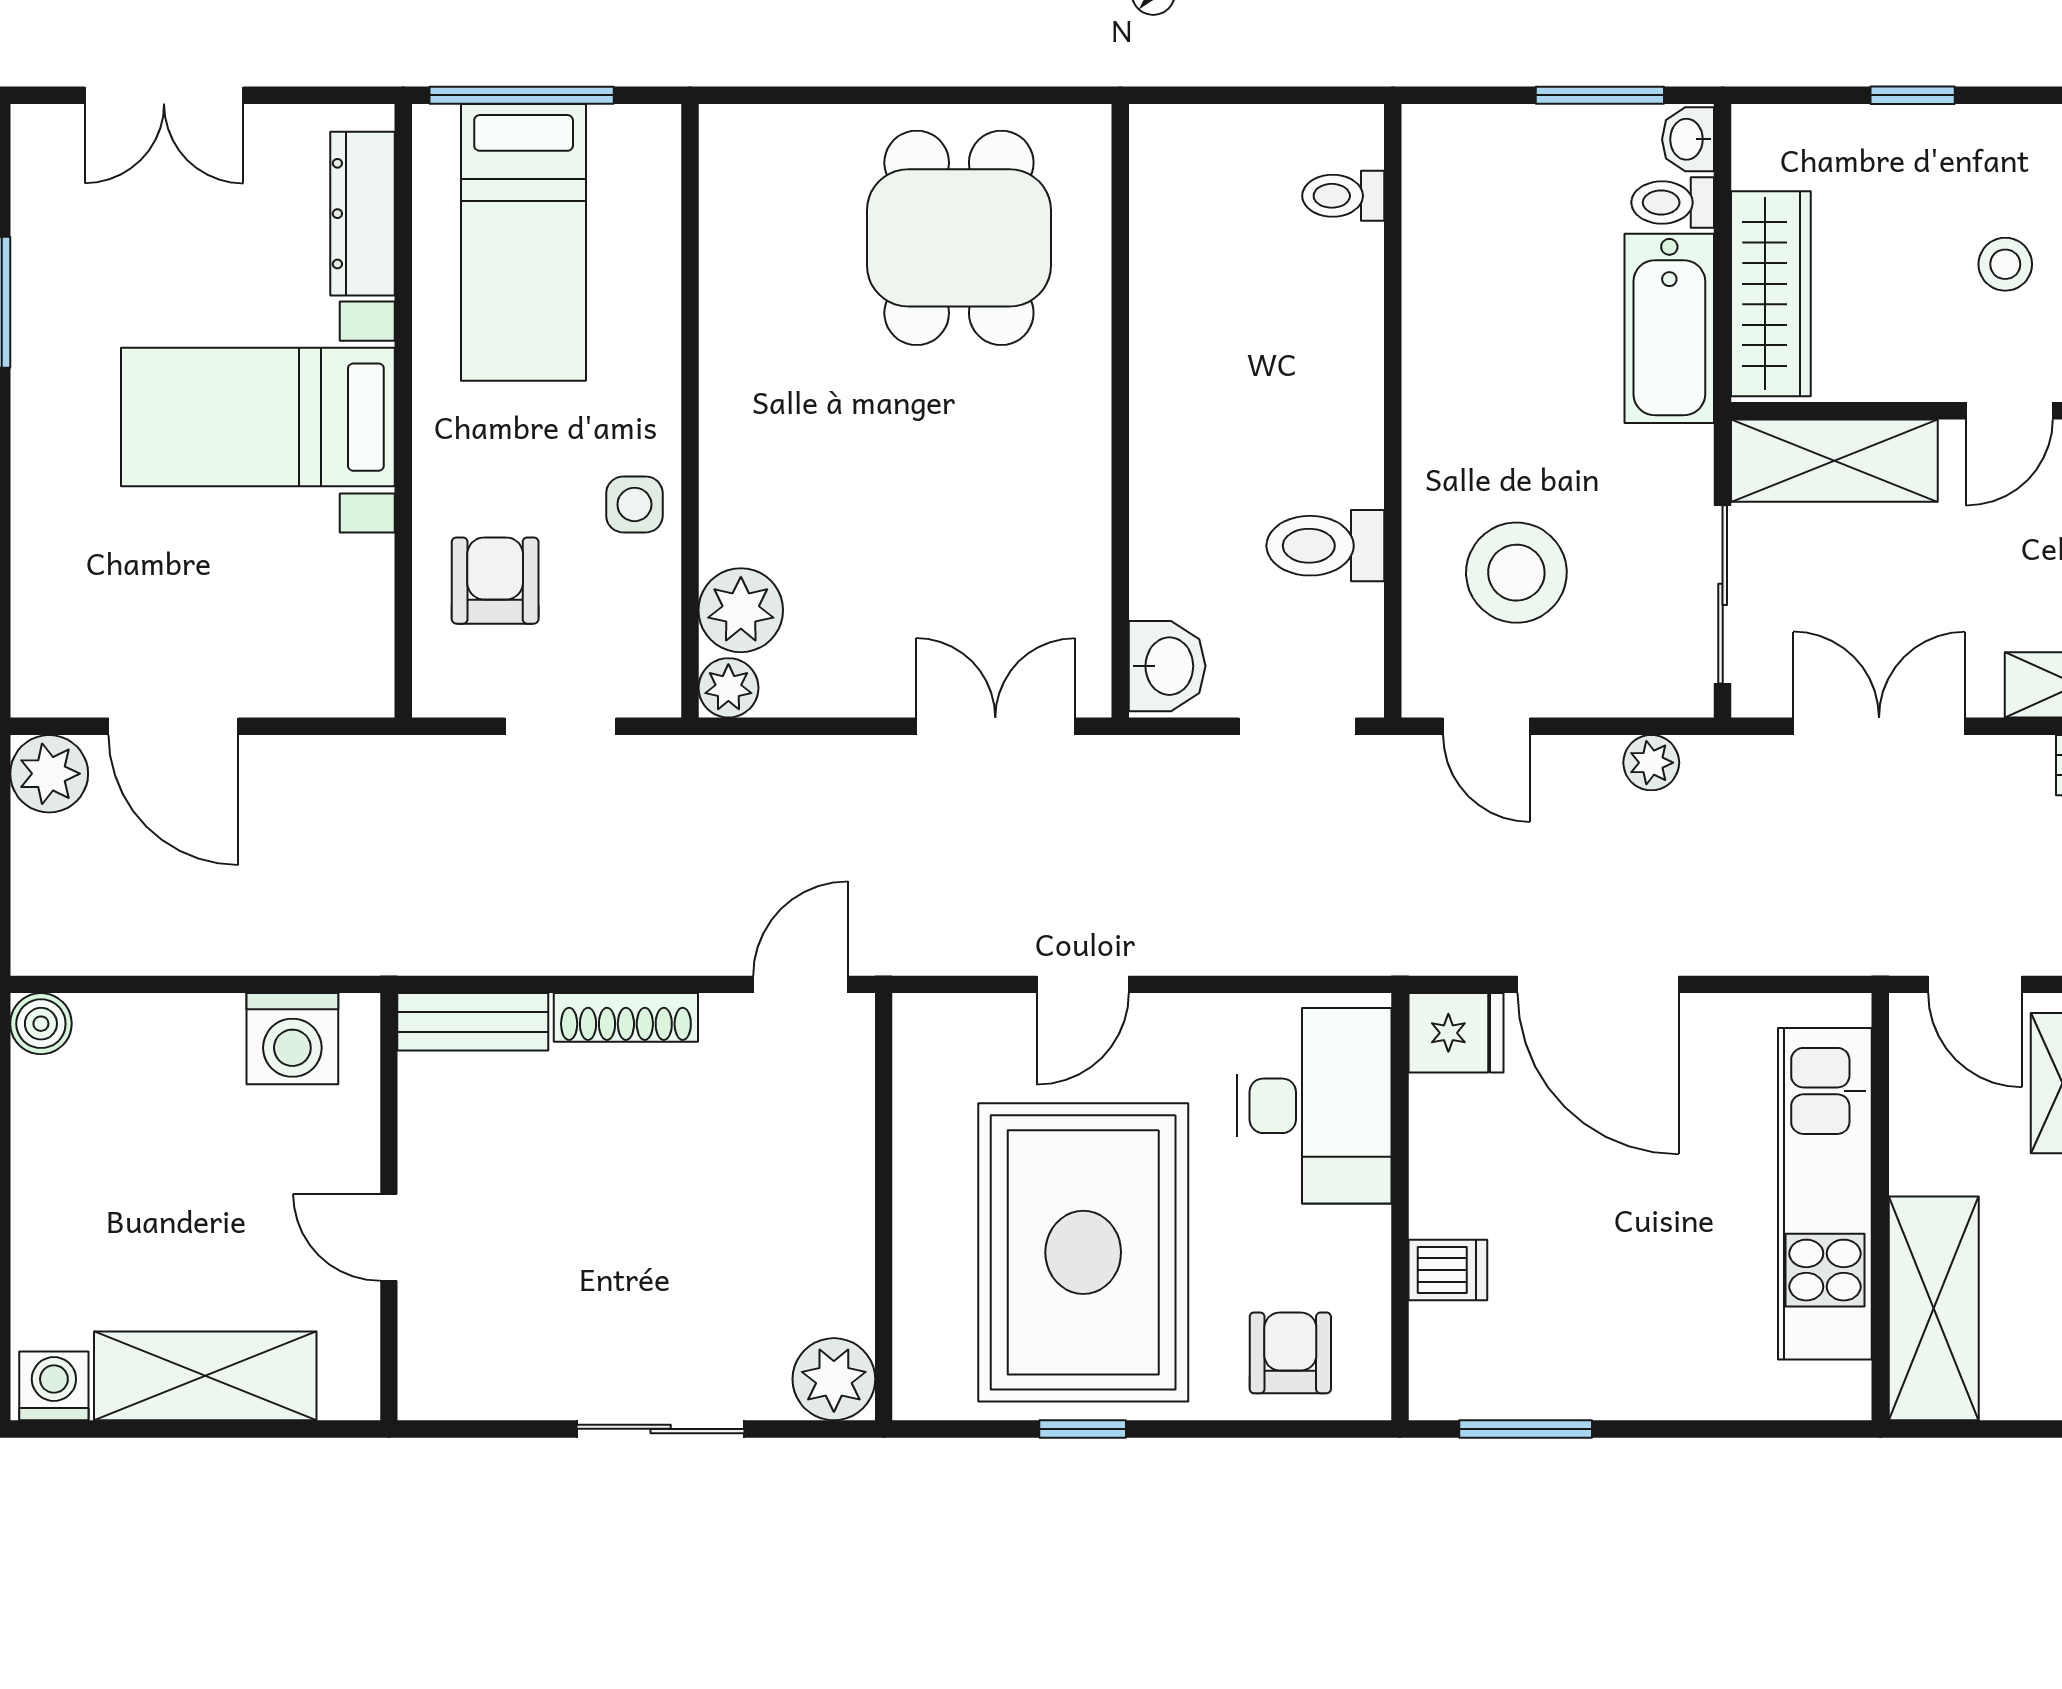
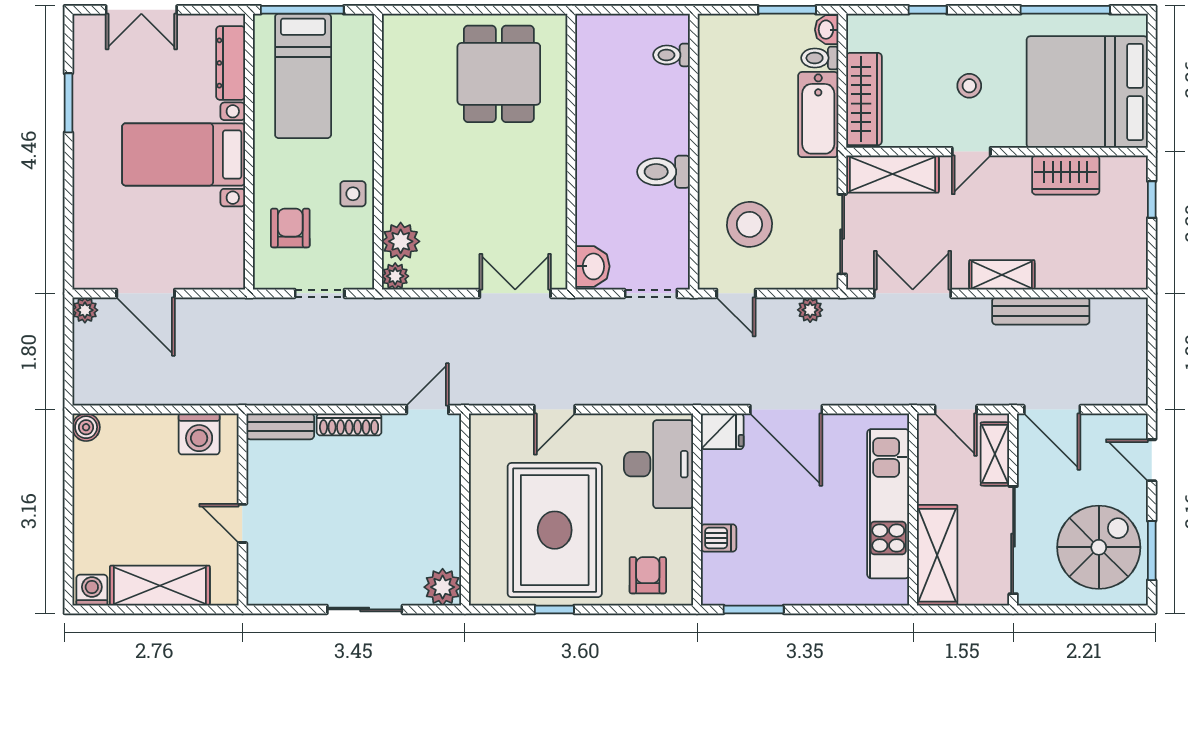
toilet: (1325, 546) -> (664, 172), moved
plant: (49, 774) -> (85, 310), width x0.73, depth x0.73

